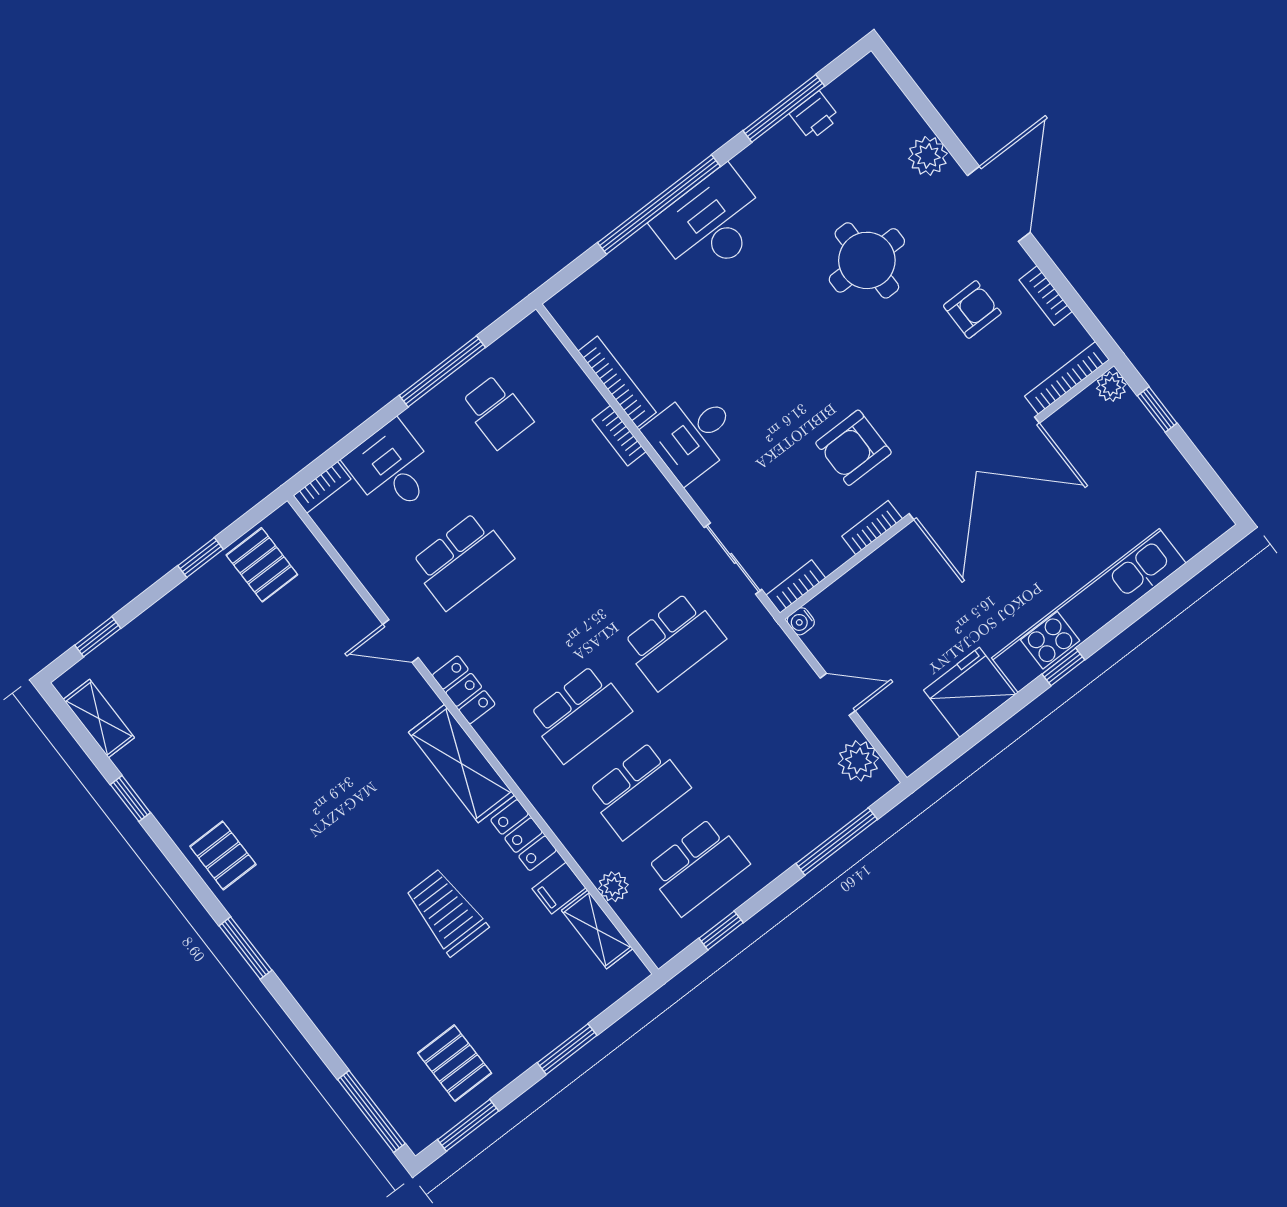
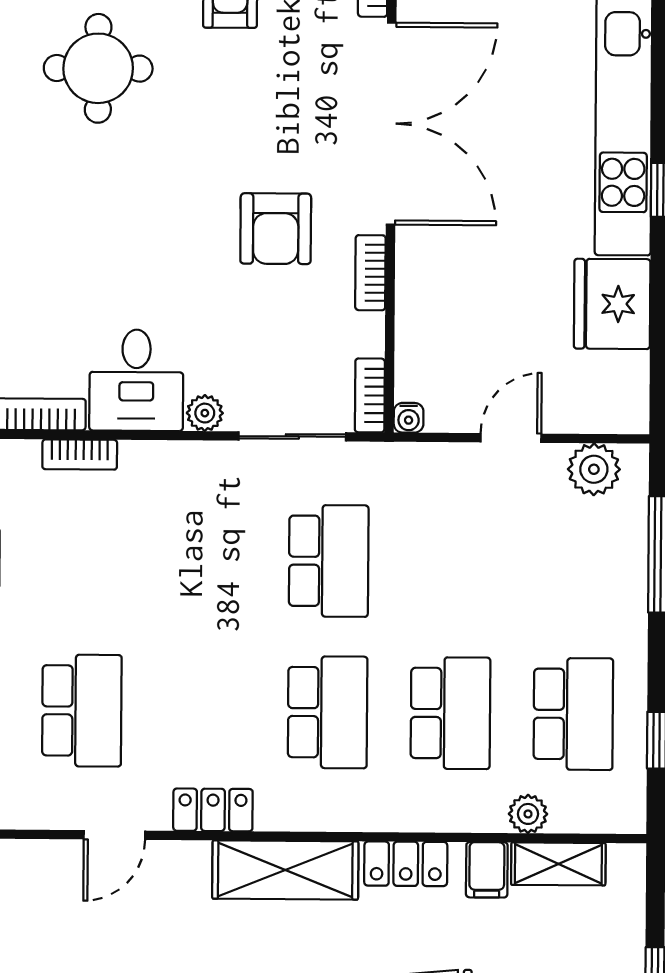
plant: (705, 493) -> (205, 413), added

